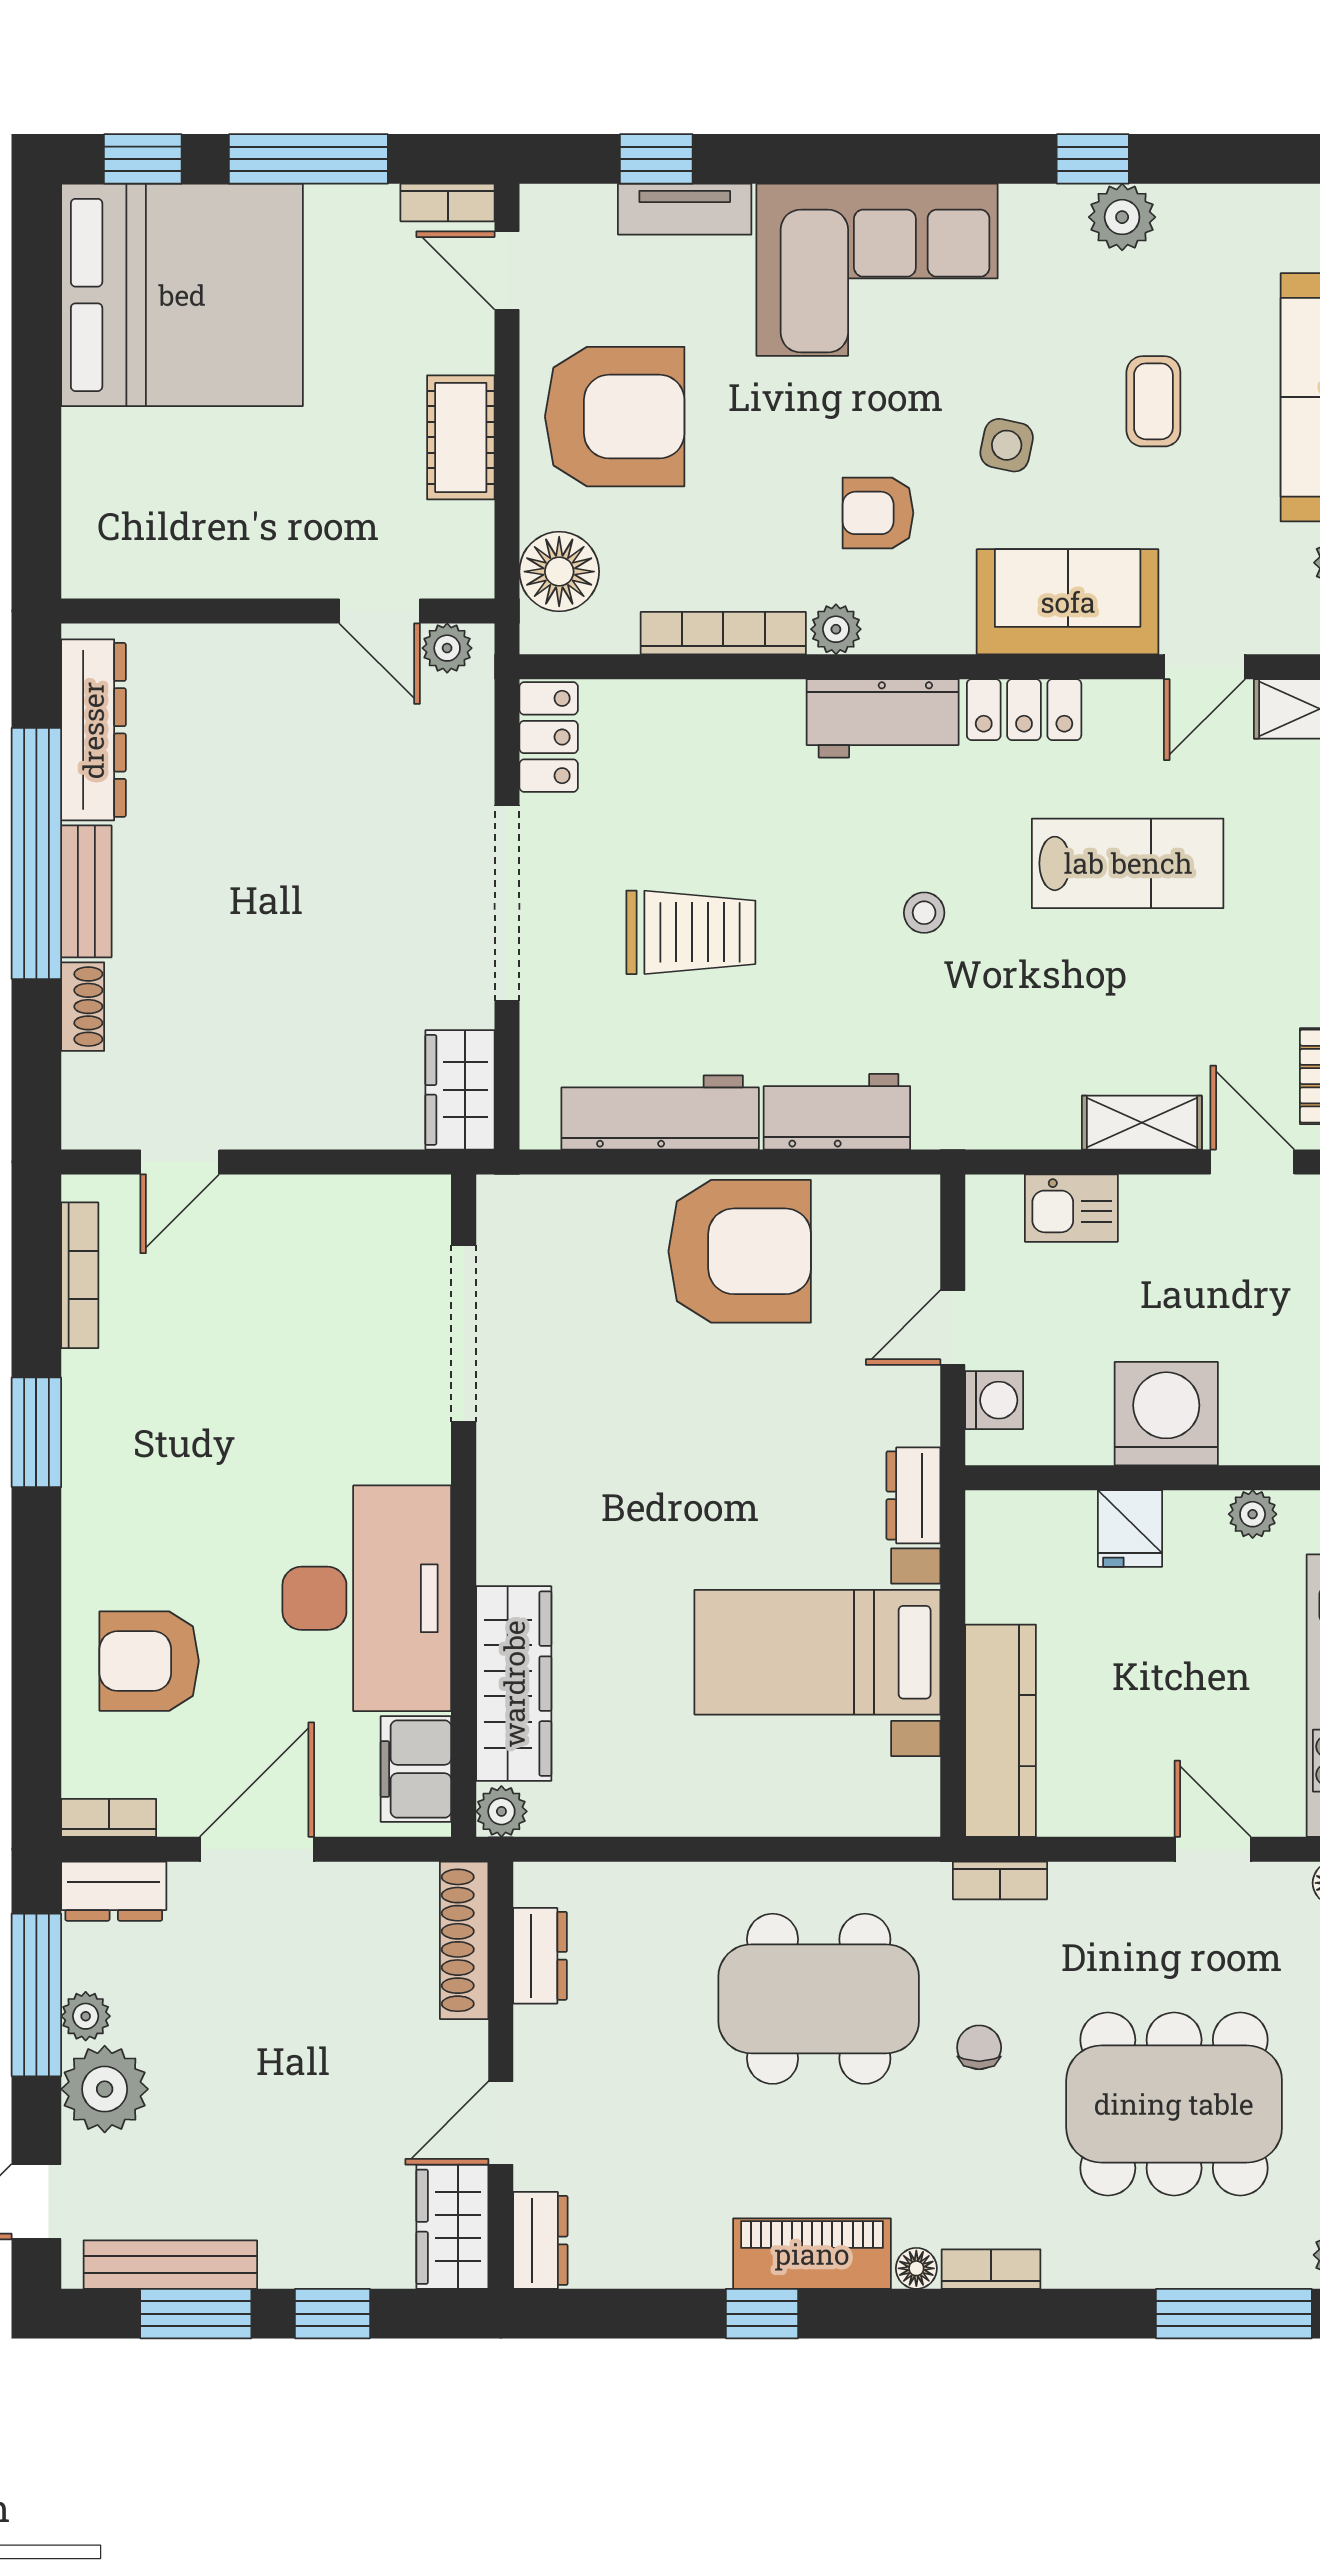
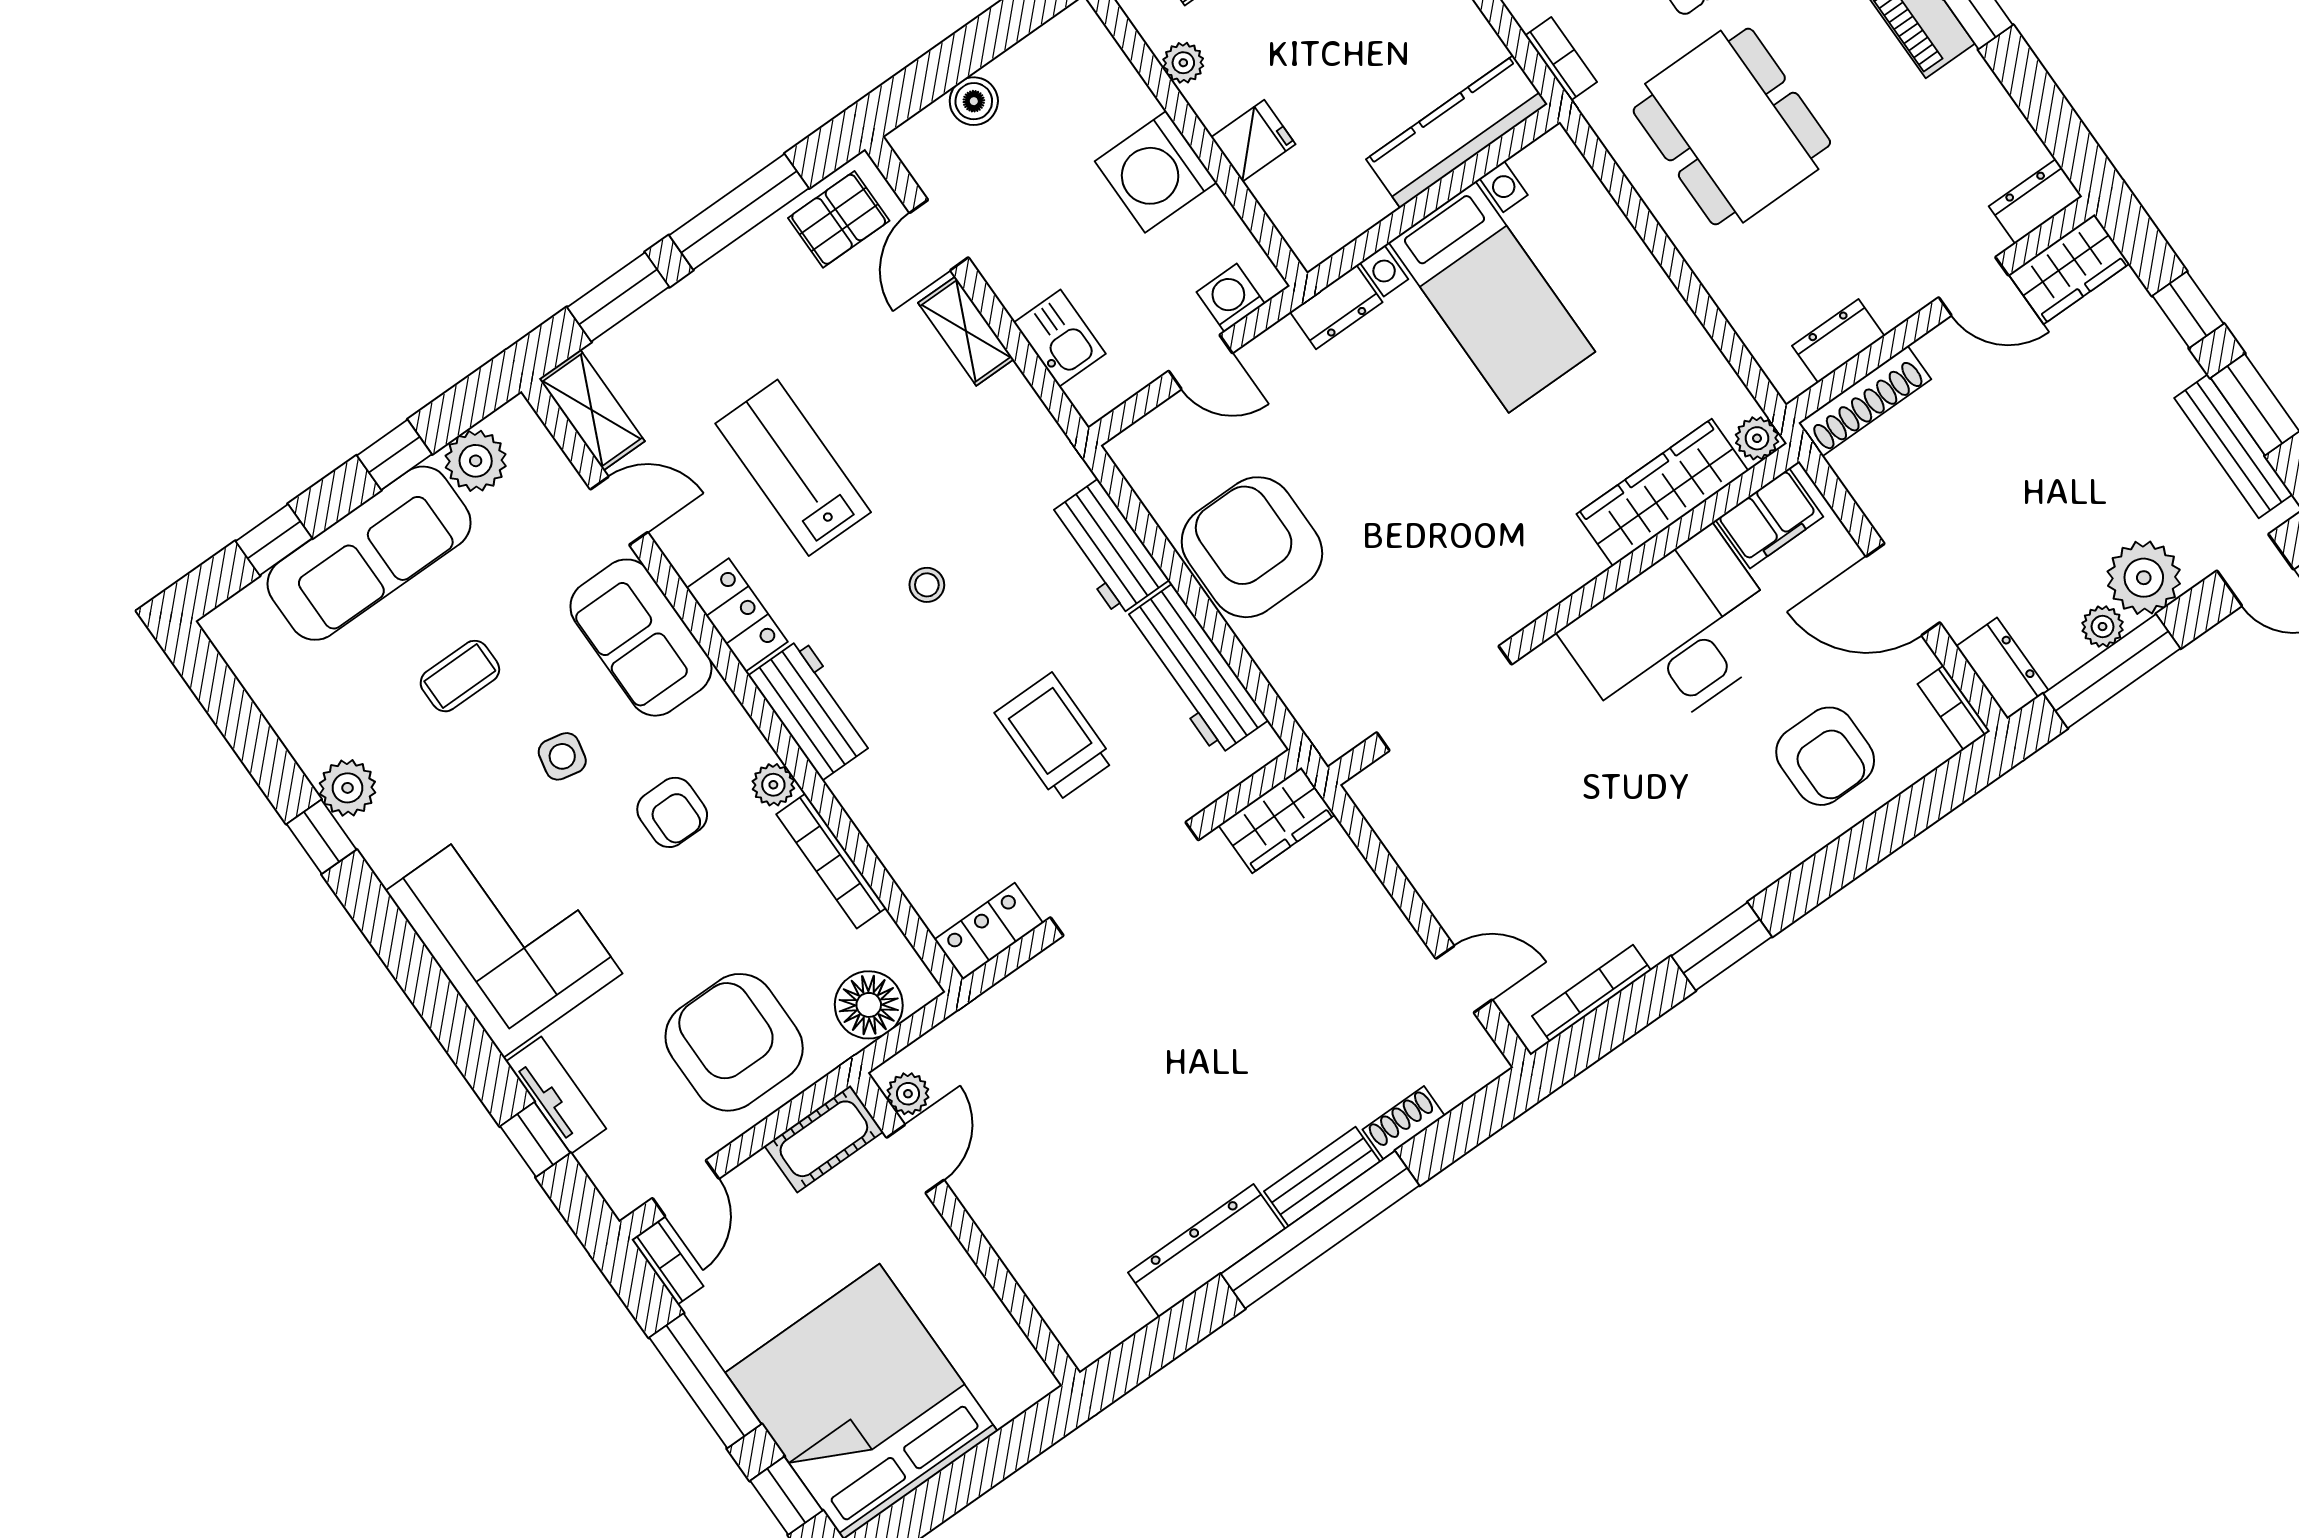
wall: (278, 611) -> (965, 1229), moved
door: (379, 611) -> (915, 1159), moved
plant: (447, 648) -> (908, 1094), moved

